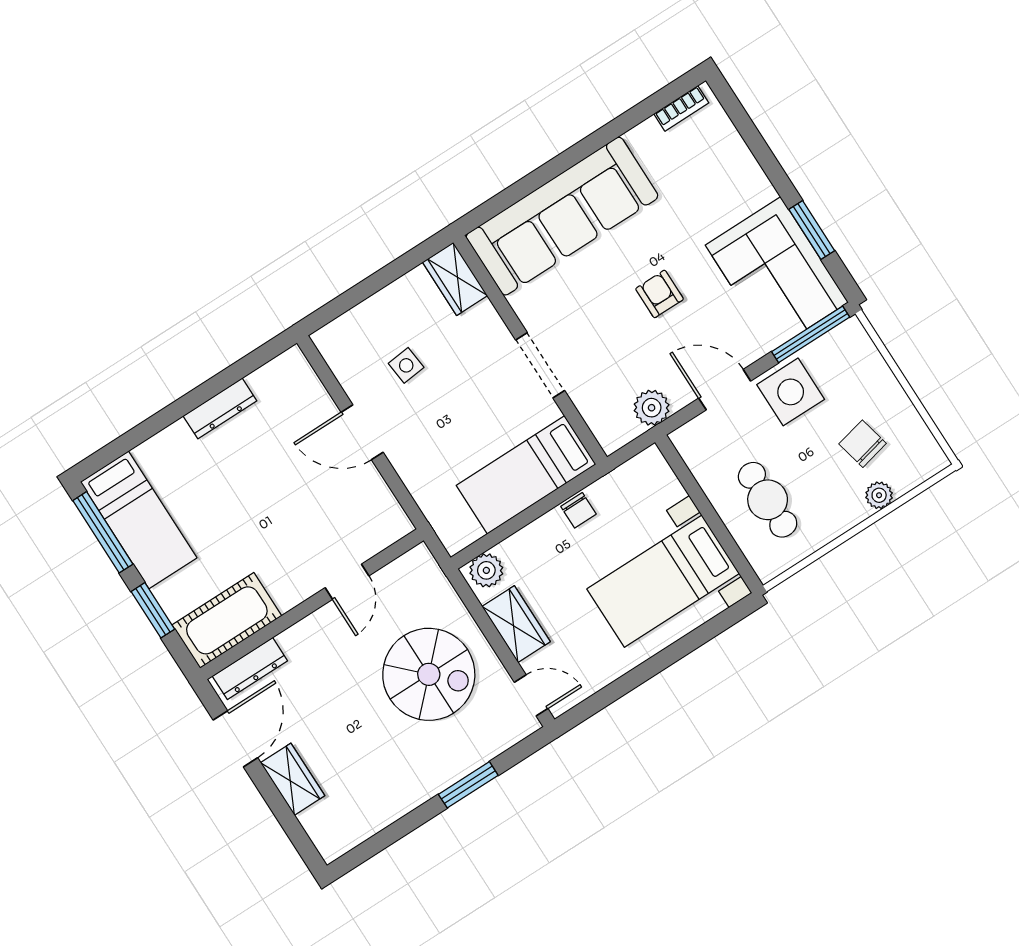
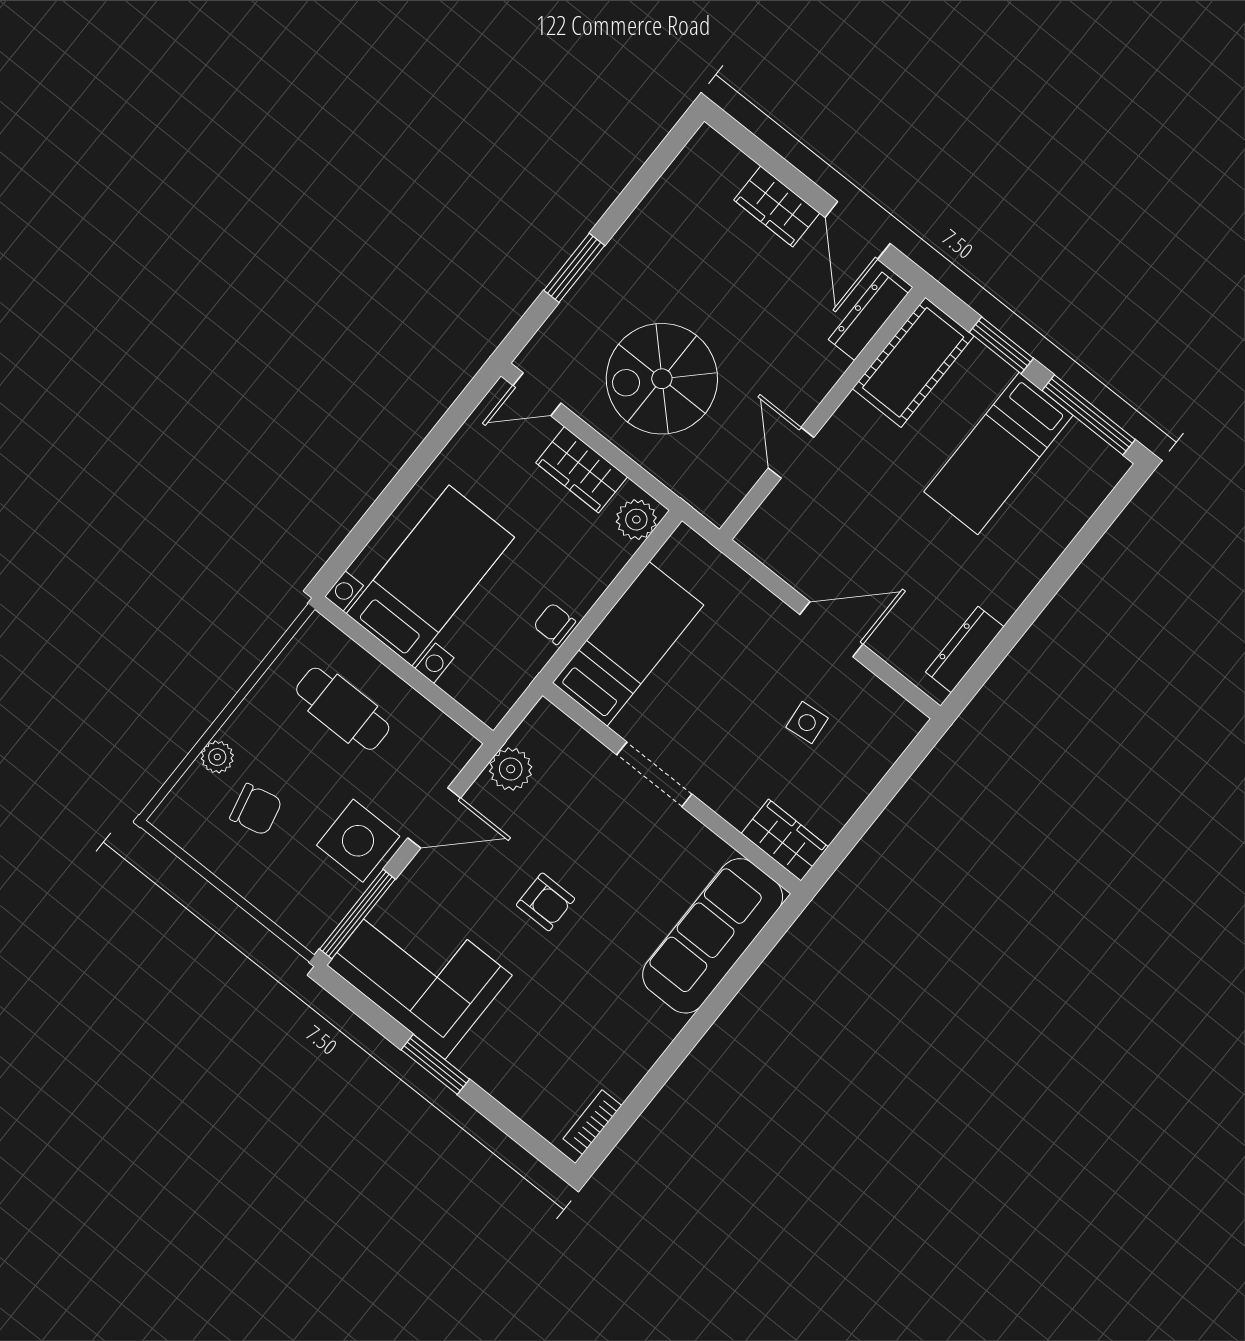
sofa: (562, 216) -> (713, 936), width x0.74, depth x0.79
window: (812, 230) -> (435, 1064), moved
dresser: (220, 408) -> (965, 649), moved
bed: (139, 520) -> (998, 454), moved, turned -90

